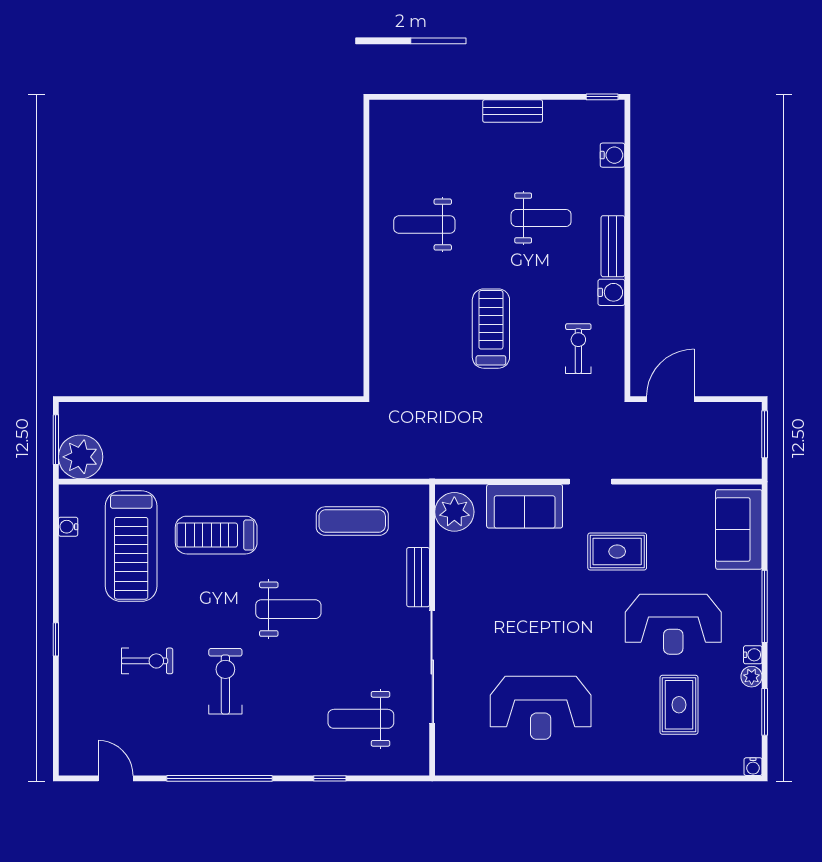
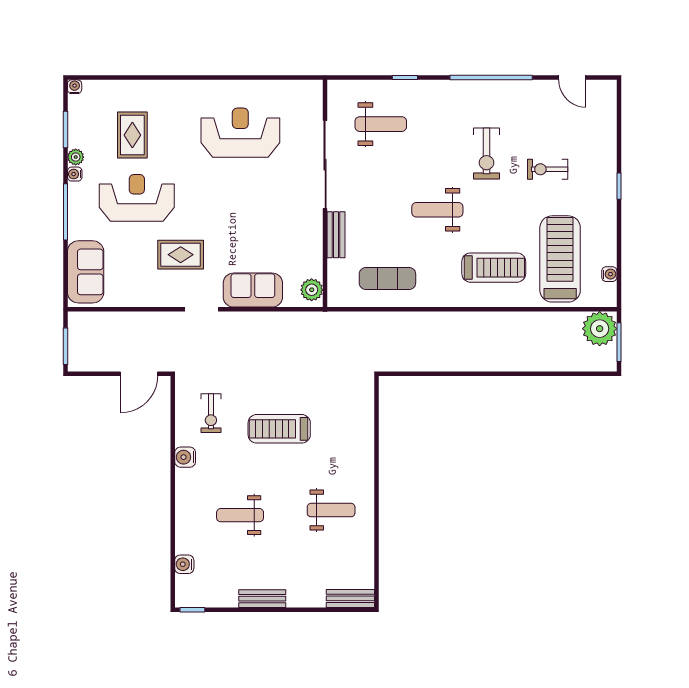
bench: (613, 246) -> (350, 598), moved, turned 90
treadmill: (491, 329) -> (279, 429), turned 90
plant: (454, 512) -> (312, 290), width x0.73, depth x0.73

